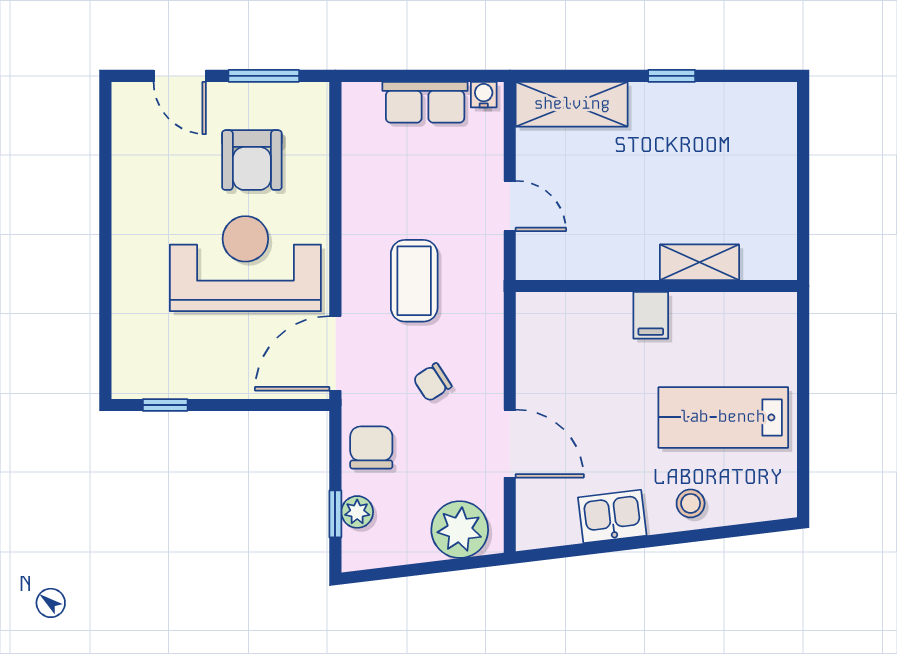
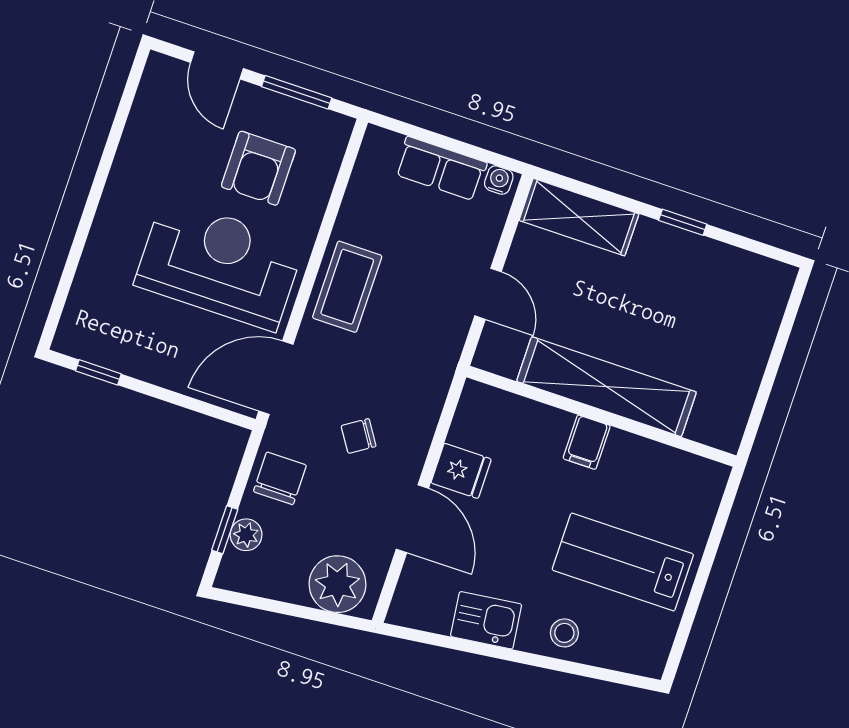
shelving: (699, 262) -> (607, 387), width x2.20, depth x1.33
coffee table: (414, 281) -> (347, 287), moved
fridge: (541, 383) -> (461, 471), added

